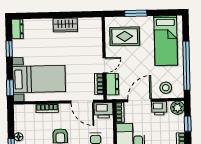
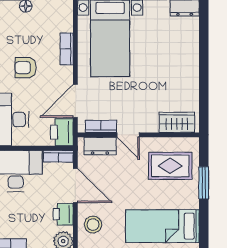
wardrobe: (65, 25) -> (177, 122), moved, turned 90
rug: (125, 36) -> (170, 166), turned 90

